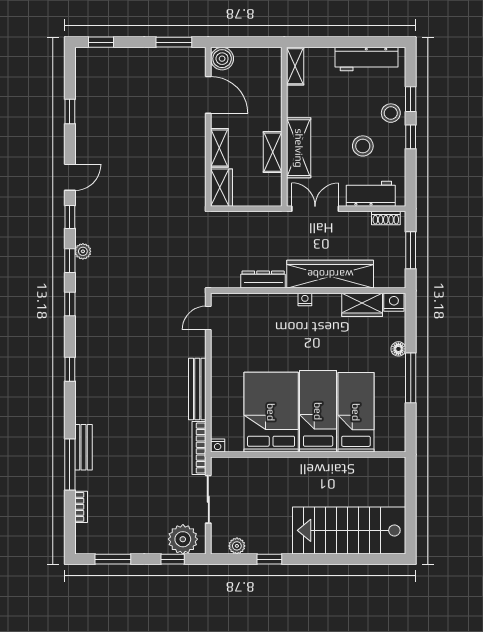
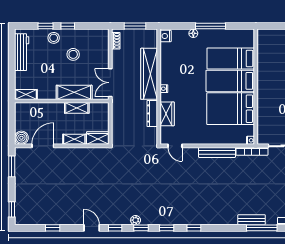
workbench: (371, 194) -> (101, 50), removed
wardrobe: (362, 305) -> (167, 114), moved
window: (70, 369) -> (194, 228), moved

